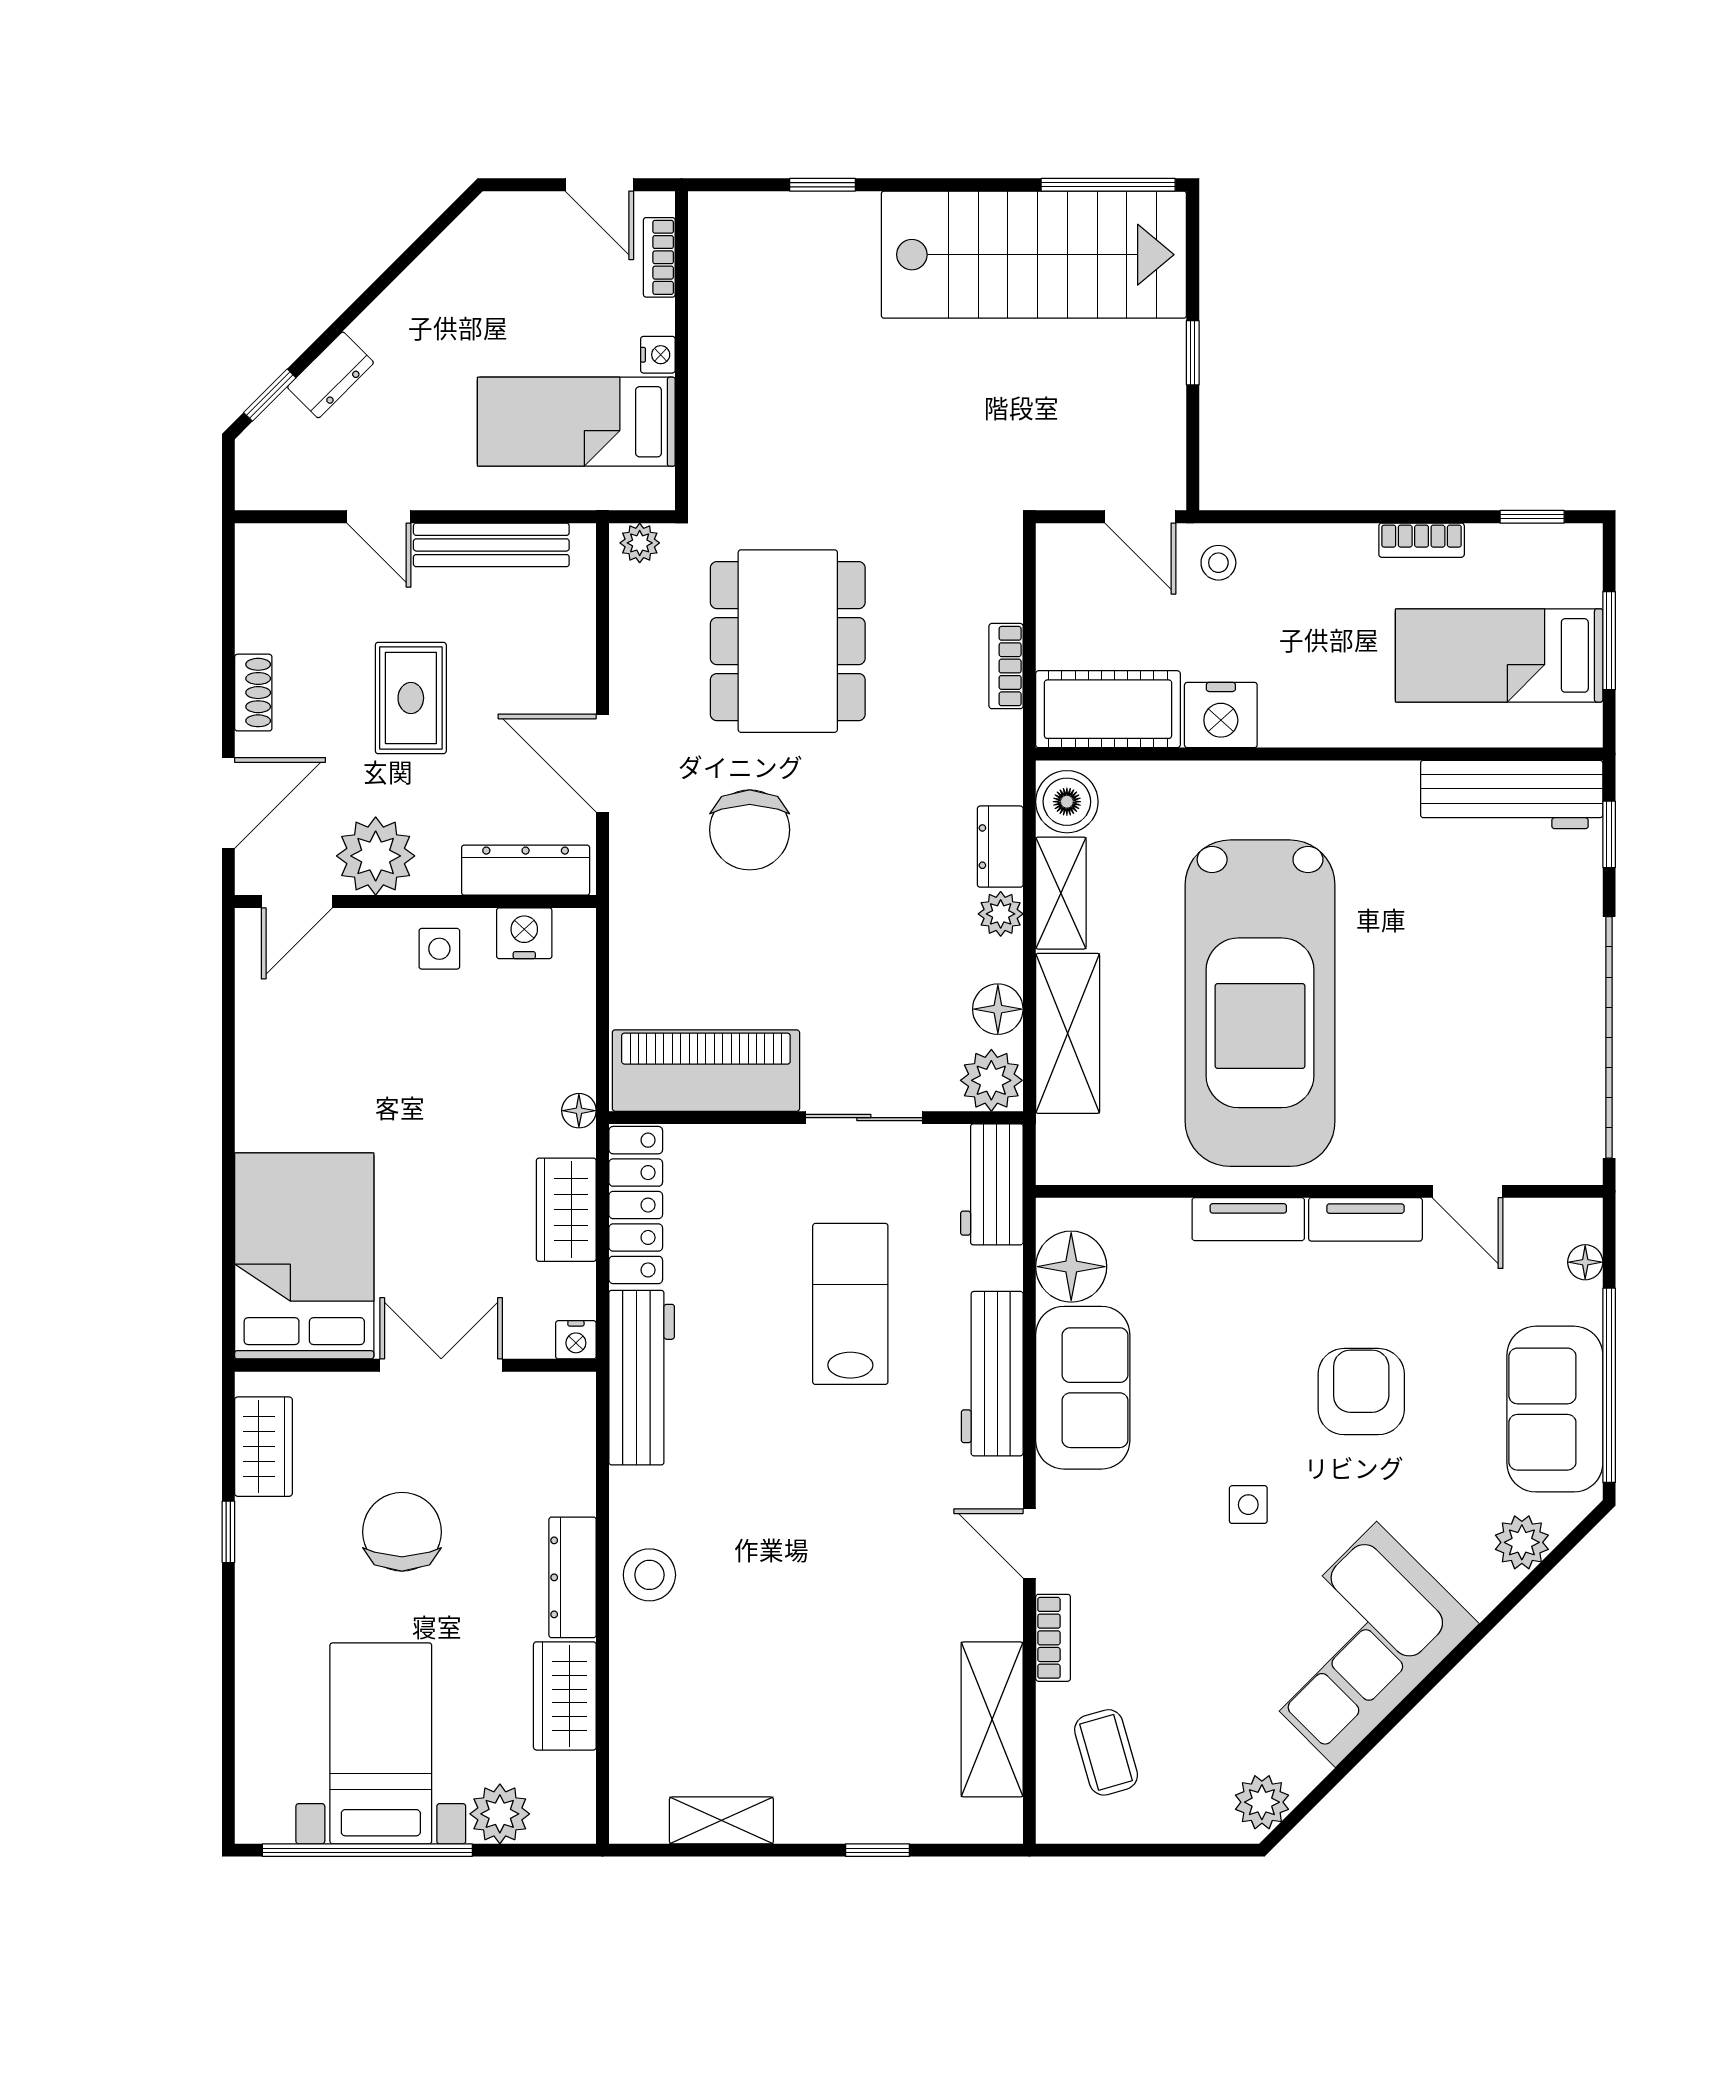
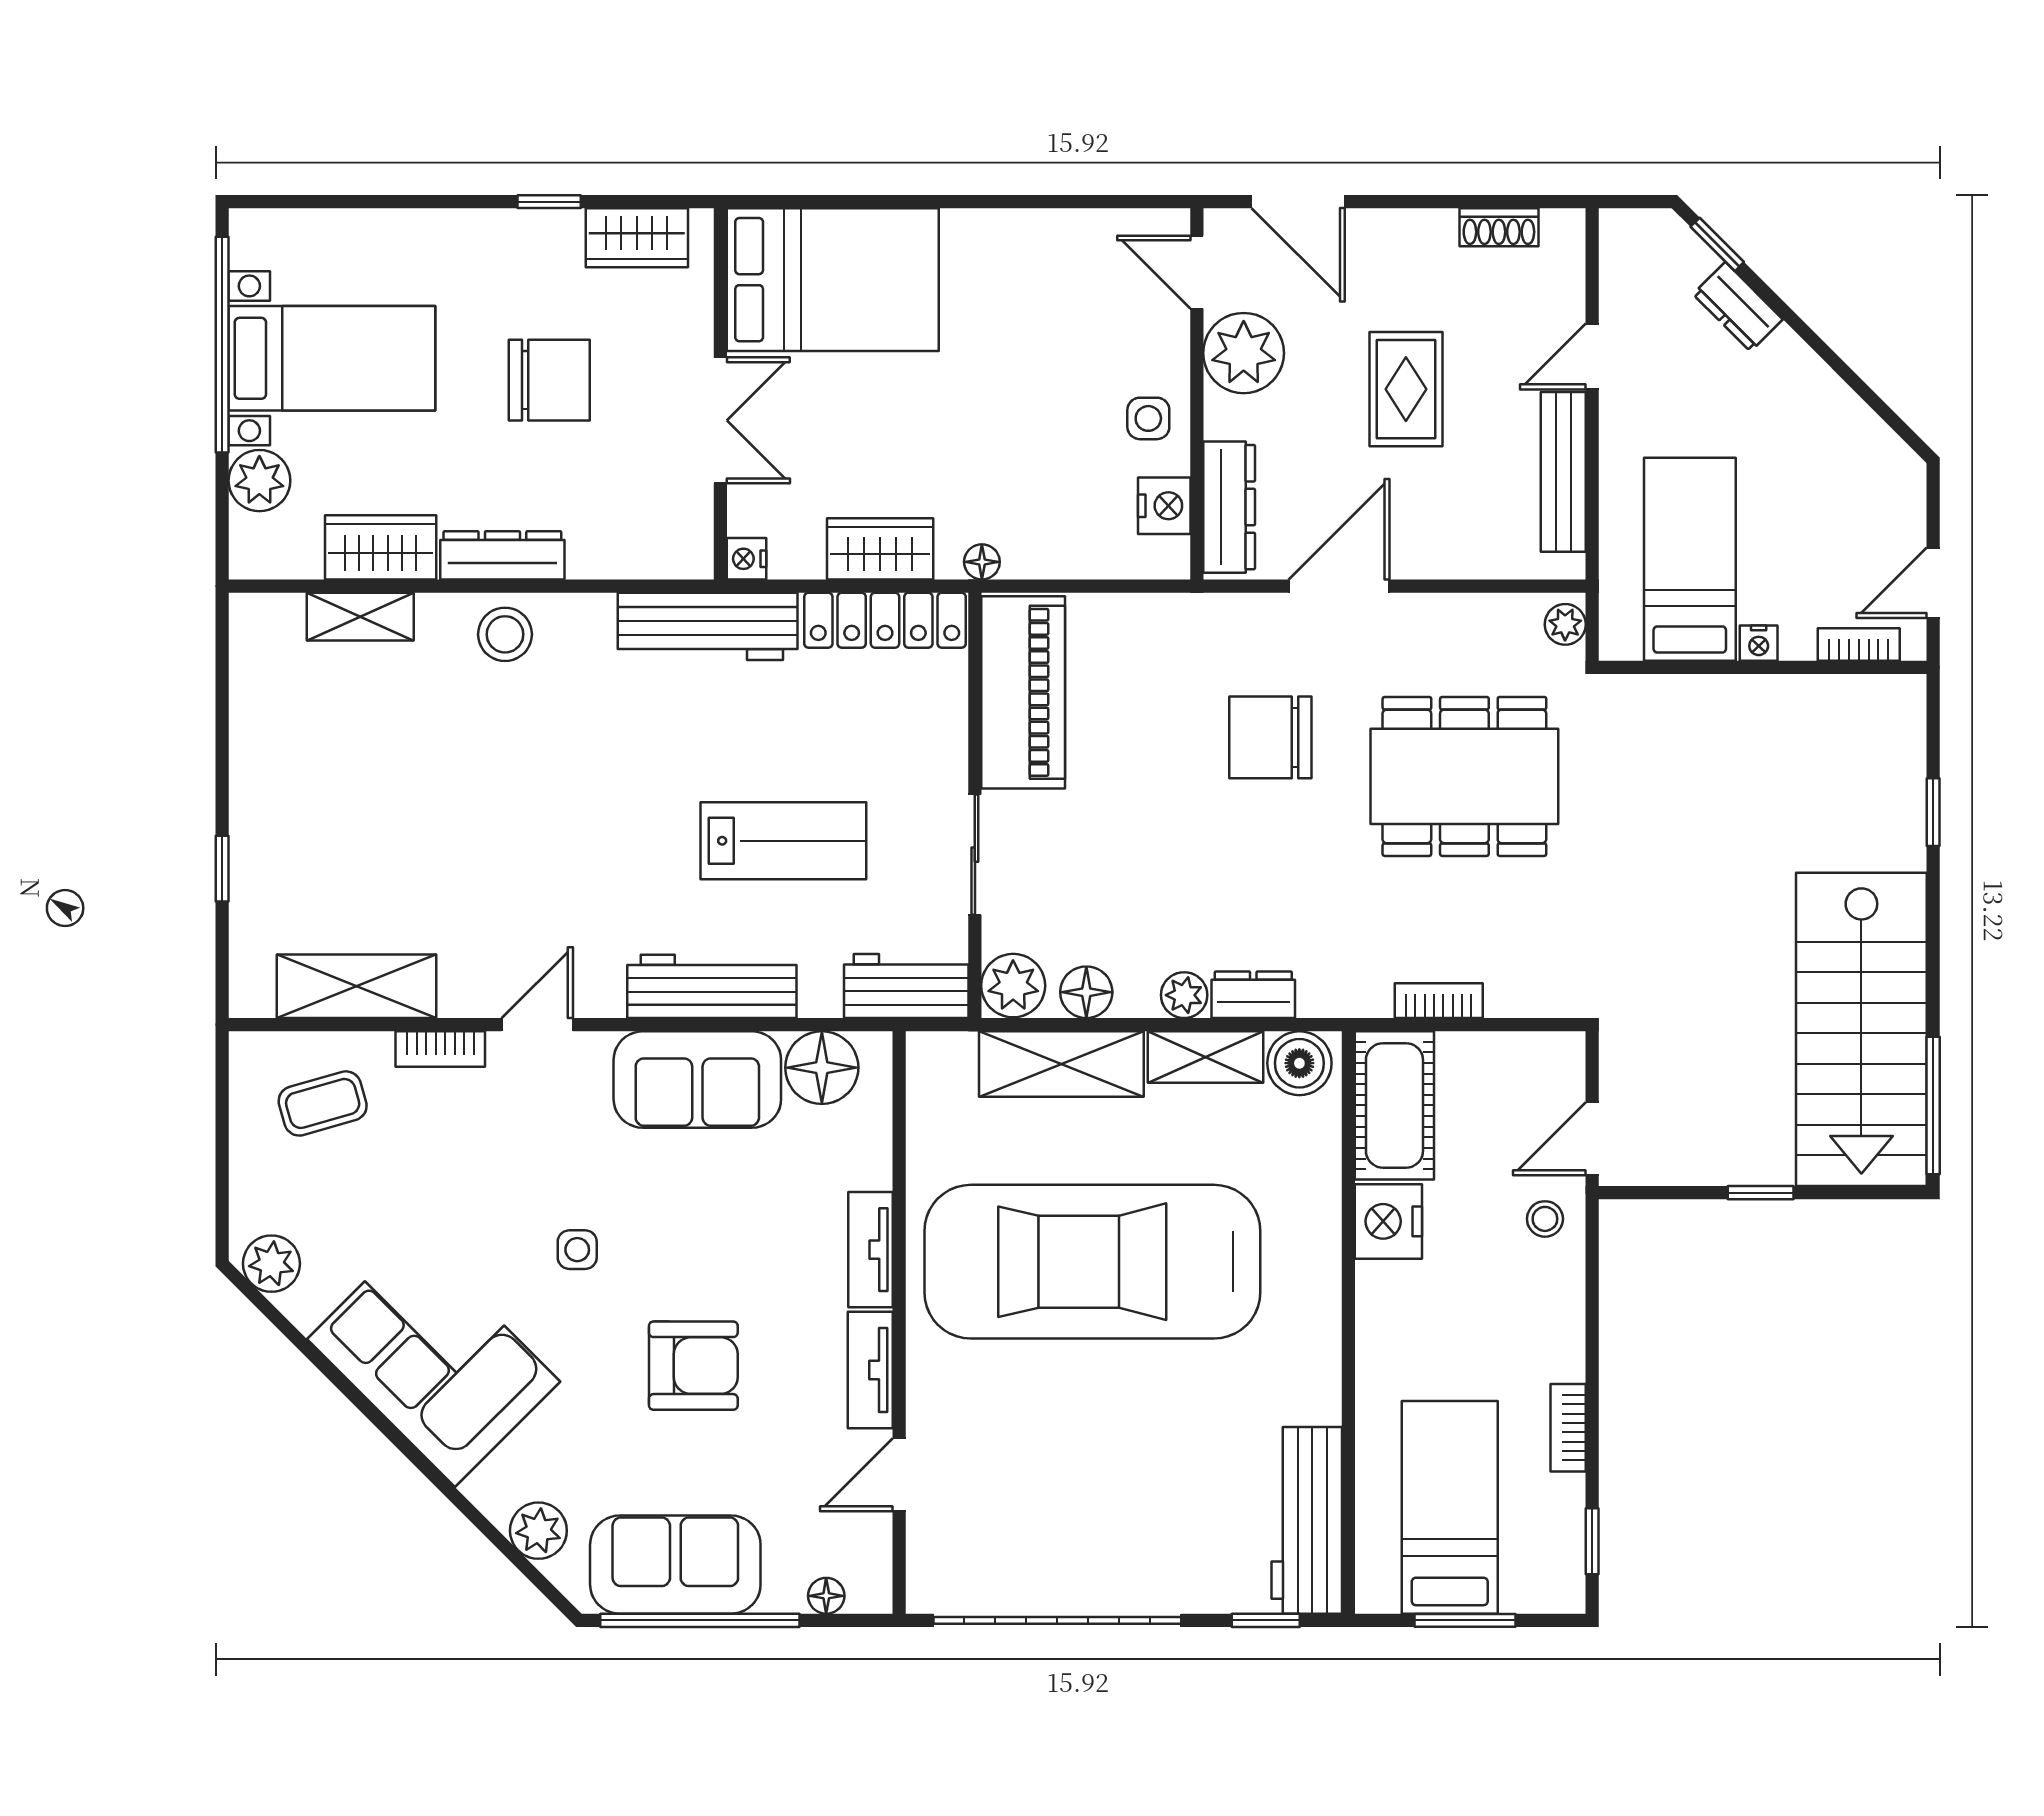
shoe rack: (253, 693) -> (1499, 227), moved
rug: (411, 698) -> (1406, 389), turned 90
shelving: (721, 1820) -> (360, 617), moved, turned 90

